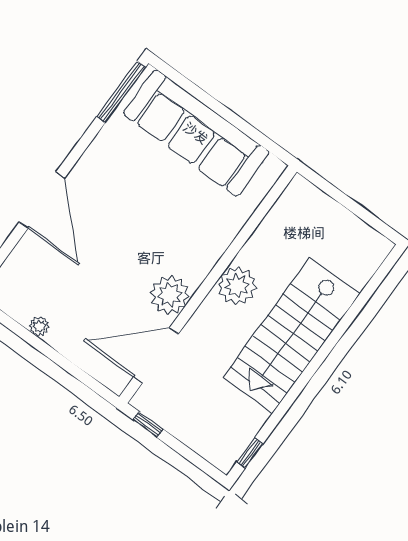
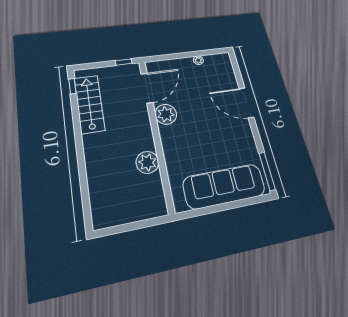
plant: (237, 286) -> (147, 162), moved
stairs: (291, 336) -> (89, 104), moved, width x0.73, depth x0.66

